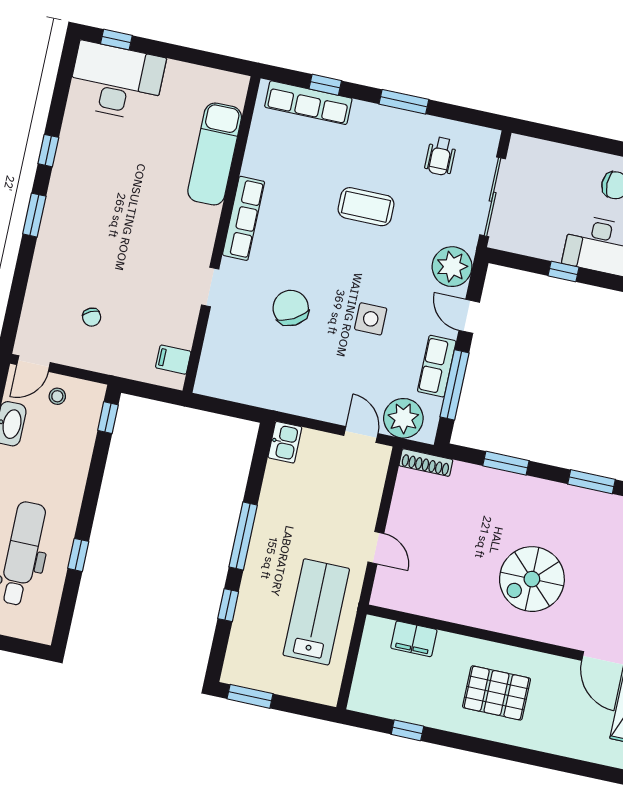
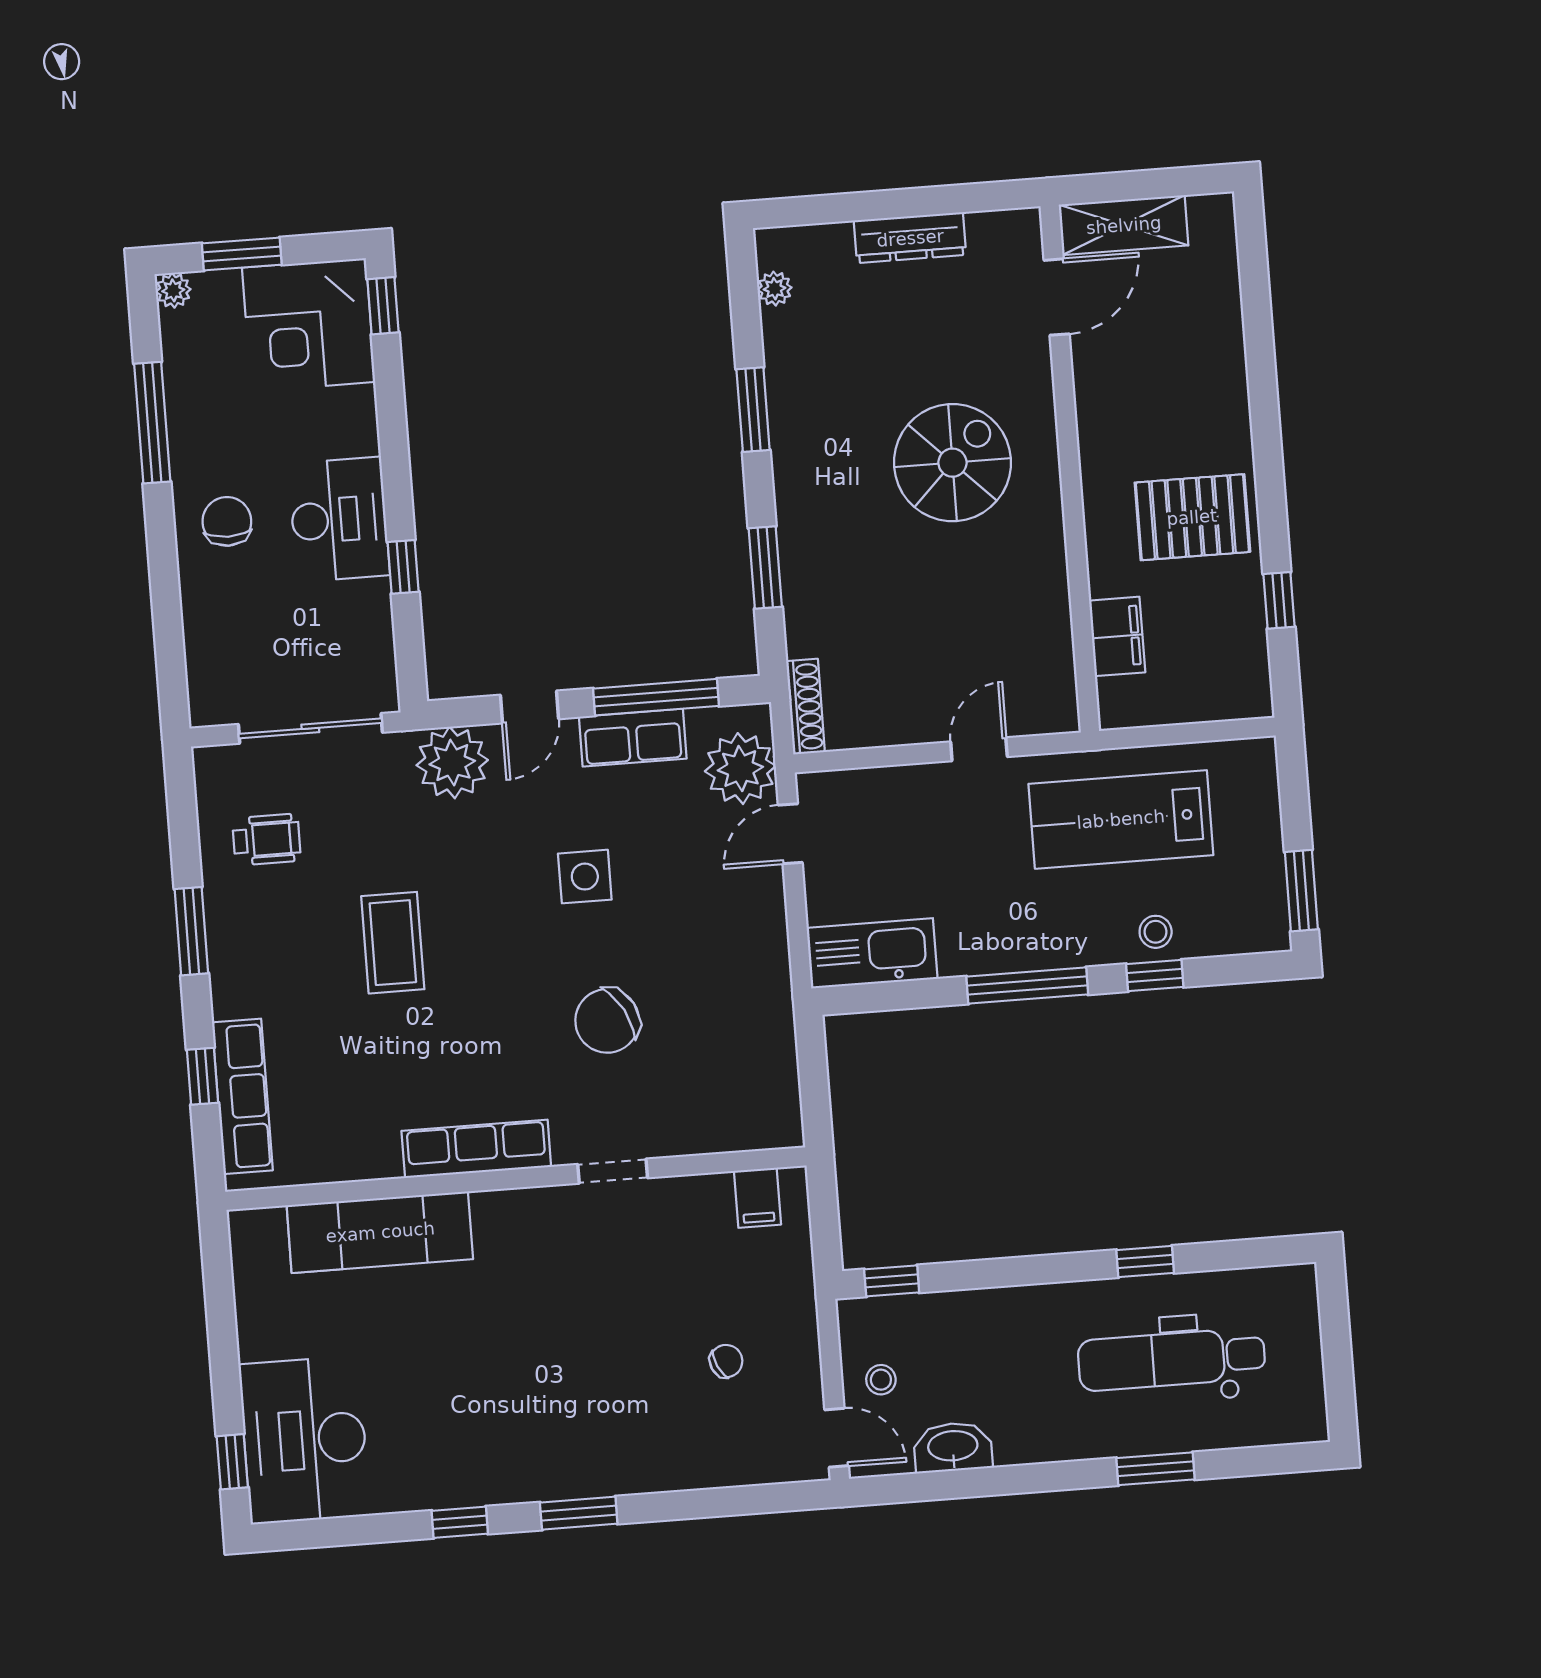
kitchen sink: (285, 442) -> (872, 953), width x1.87, depth x1.24
spiral stairs: (532, 579) -> (952, 463), turned -90
stool: (251, 613) -> (1156, 932), added
pallet: (497, 693) -> (1192, 517), moved, turned 90

